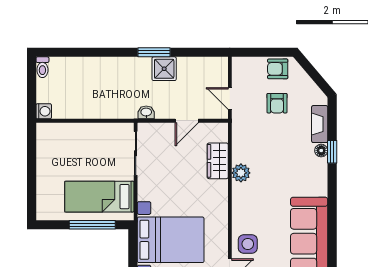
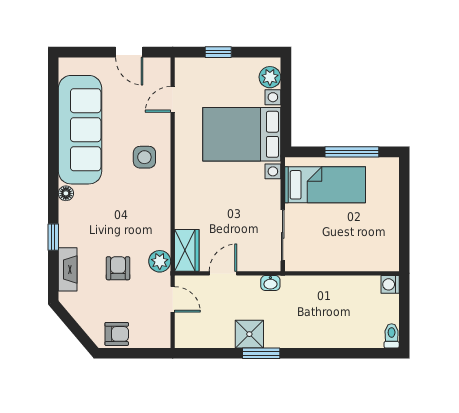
armchair: (277, 103) -> (118, 268), moved
floor lamp: (321, 151) -> (66, 193), moved
wardrobe: (218, 161) -> (187, 250), moved
plant: (241, 173) -> (160, 261), moved
window: (92, 225) -> (352, 152), moved
side table: (248, 244) -> (144, 157), moved

